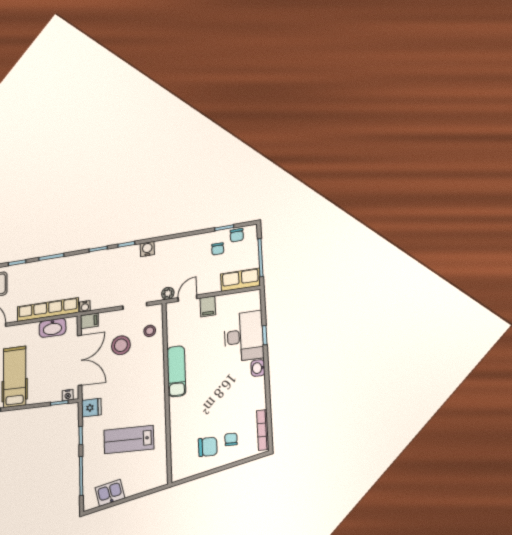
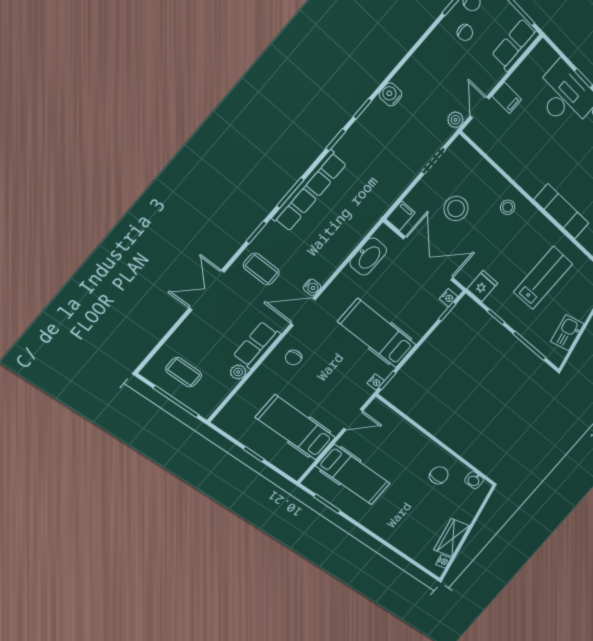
water cooler: (85, 306) -> (312, 287), moved
row of seats: (48, 310) -> (309, 191), moved, turned 180
stool: (150, 331) -> (508, 207), moved
exam couch: (176, 371) -> (562, 211), moved
lab bench: (129, 440) -> (543, 278), turned 180

